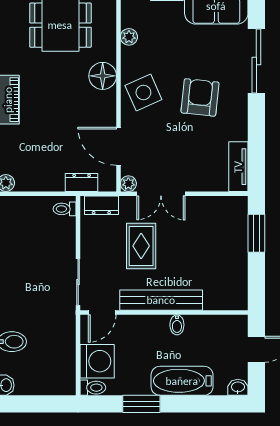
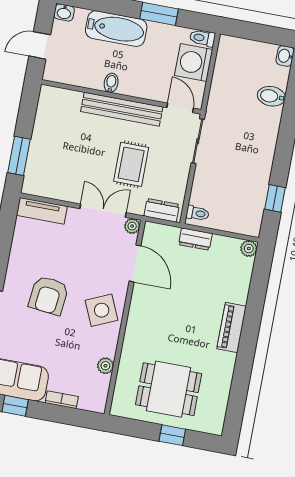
floor lamp: (103, 76) -> (137, 333), removed
tv unit: (238, 167) -> (42, 211), moved, turned 90
dresser: (82, 182) -> (195, 239), moved
door: (102, 313) -> (180, 108), hinge flipped

